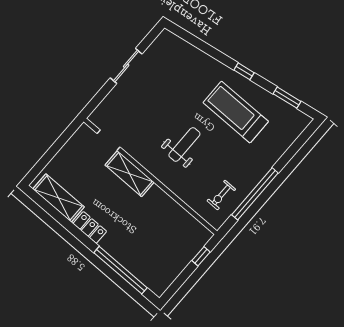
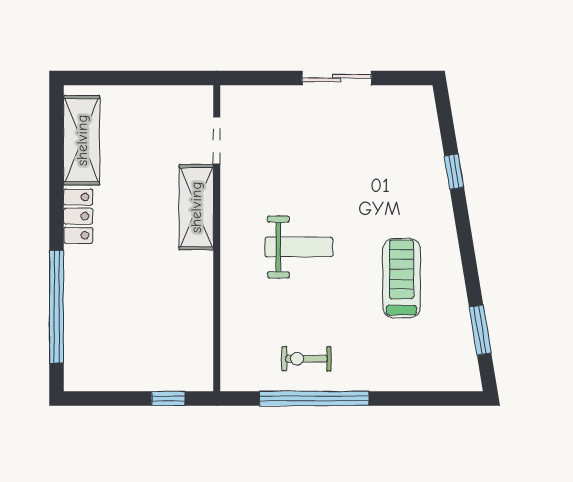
window: (244, 71) -> (454, 172), moved
treadmill: (236, 112) -> (402, 278), width x0.73, depth x0.73
exercise bike: (221, 195) -> (306, 359), moved

